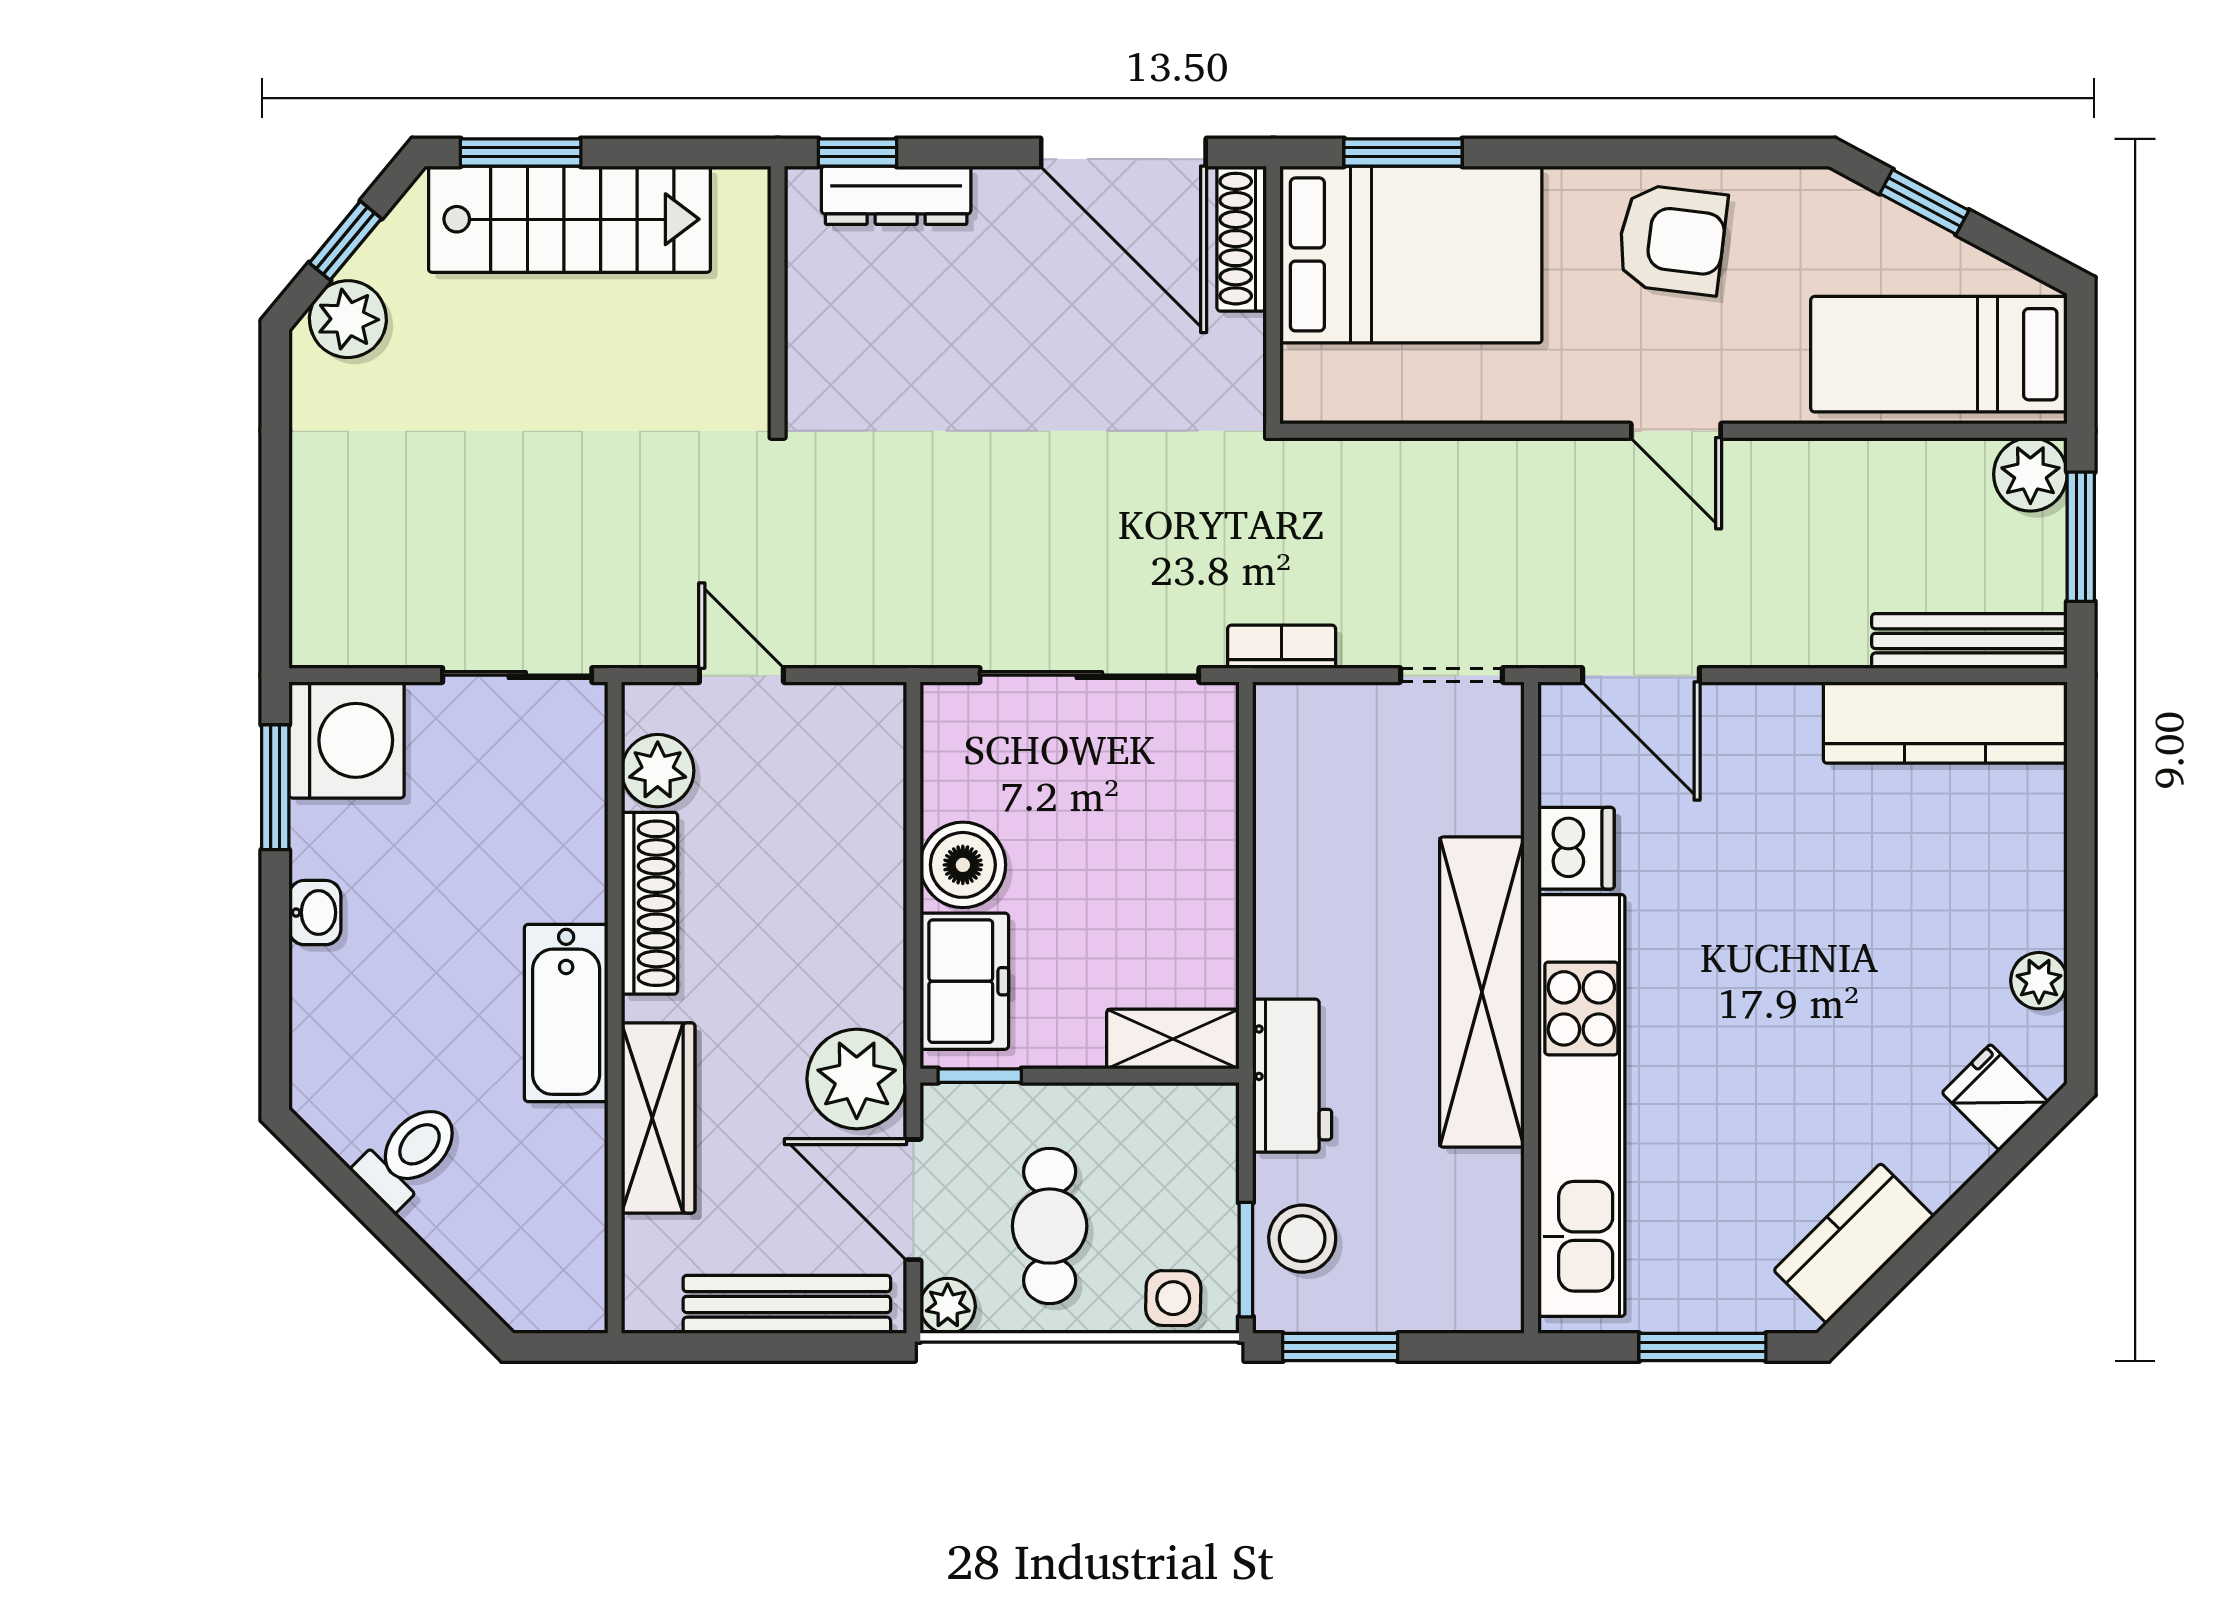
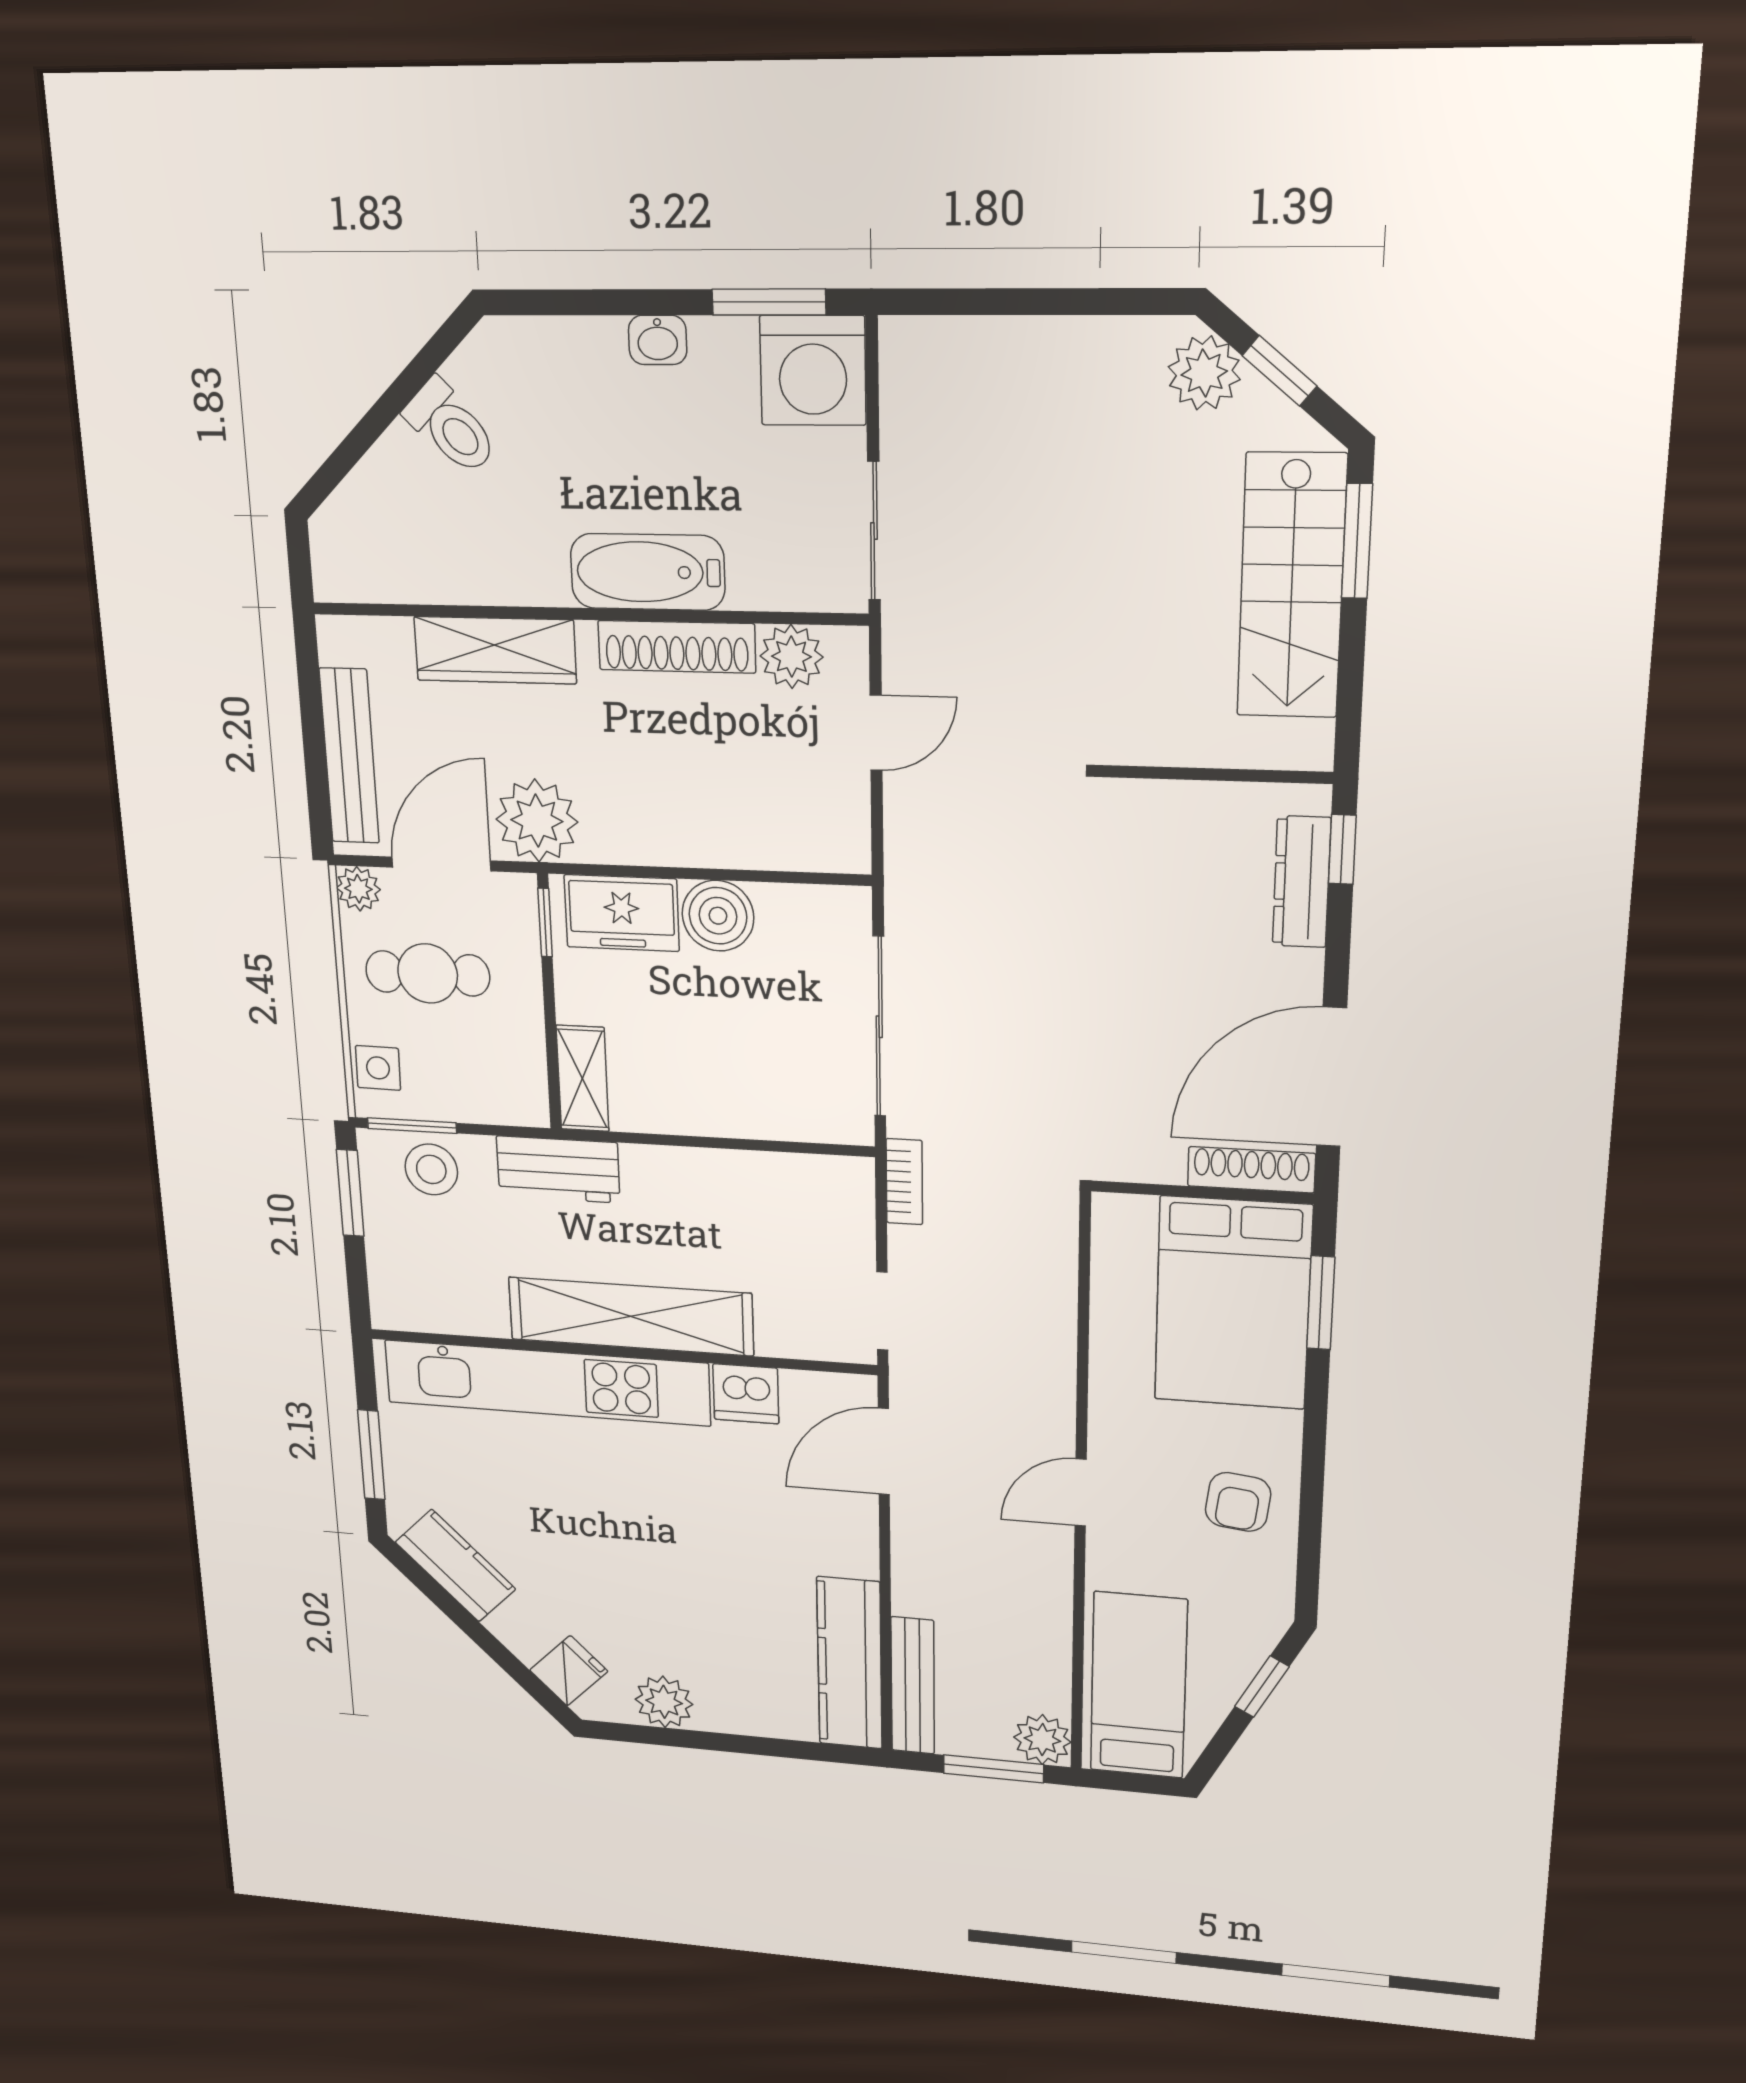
armchair: (1672, 240) -> (1238, 1502), width x0.72, depth x0.72
plant: (2039, 981) -> (664, 1702), width x1.38, depth x1.38
bathtub: (566, 1013) -> (648, 572), moved

